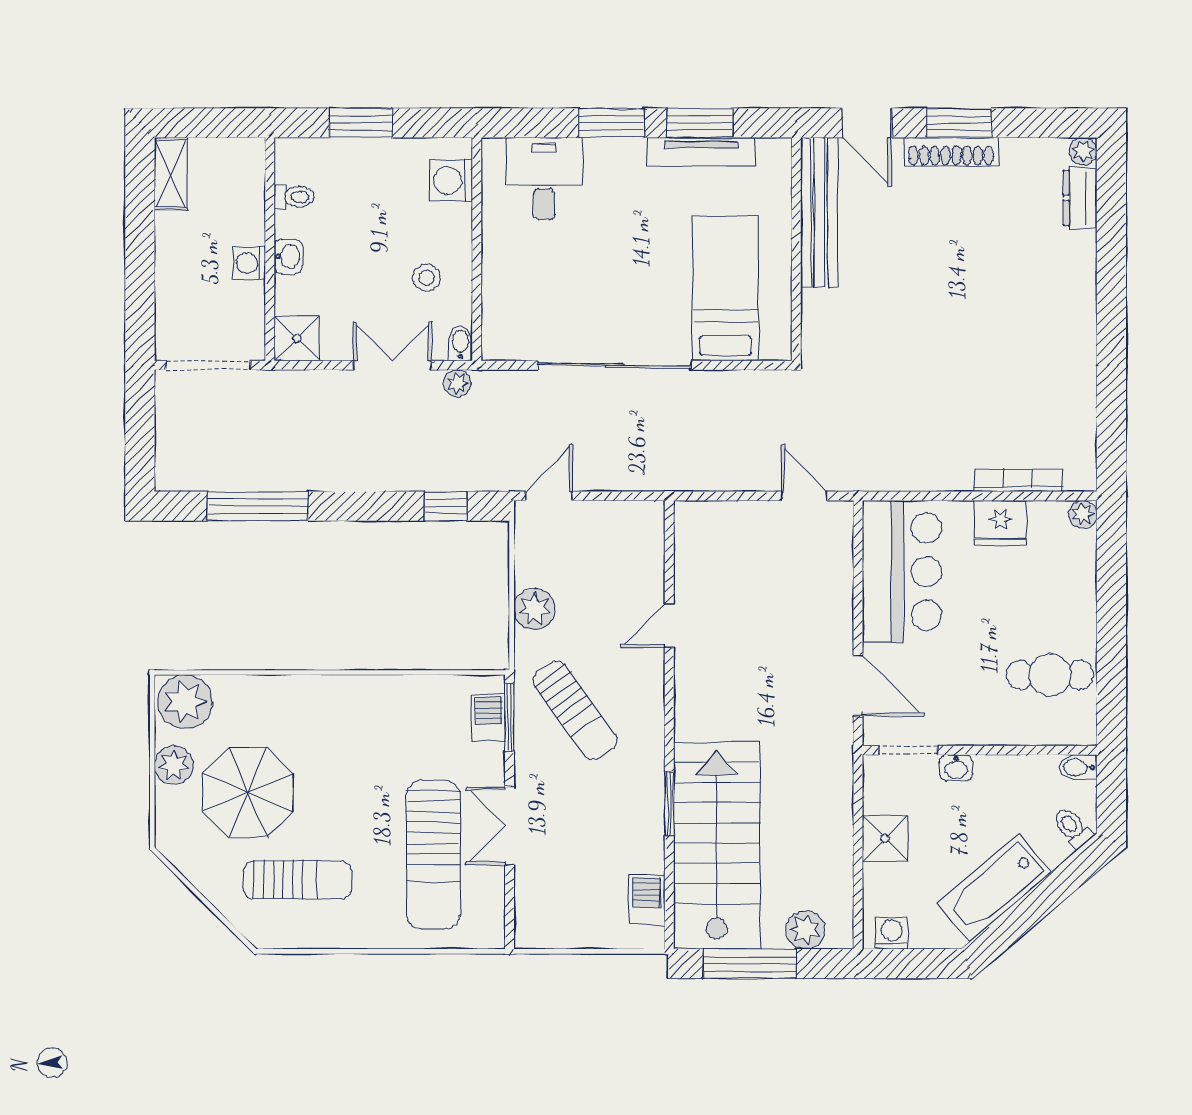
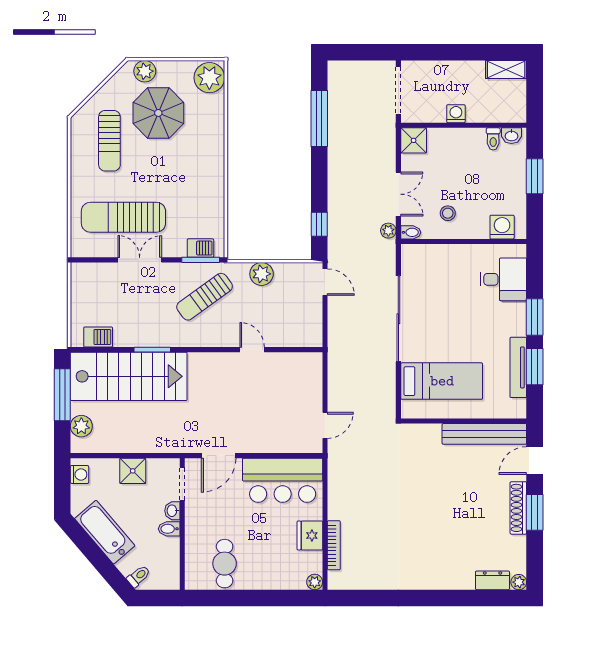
washbasin: (288, 257) -> (511, 136), moved
plant: (174, 765) -> (145, 71), moved
bidet: (1078, 767) -> (169, 529), moved, turned -90

